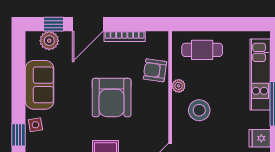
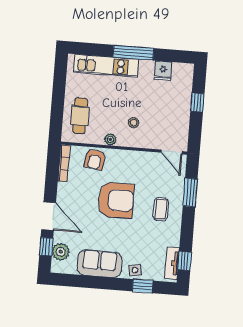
bookcase: (125, 36) -> (64, 163), moved
stool: (199, 110) -> (134, 123), width x0.53, depth x0.53

